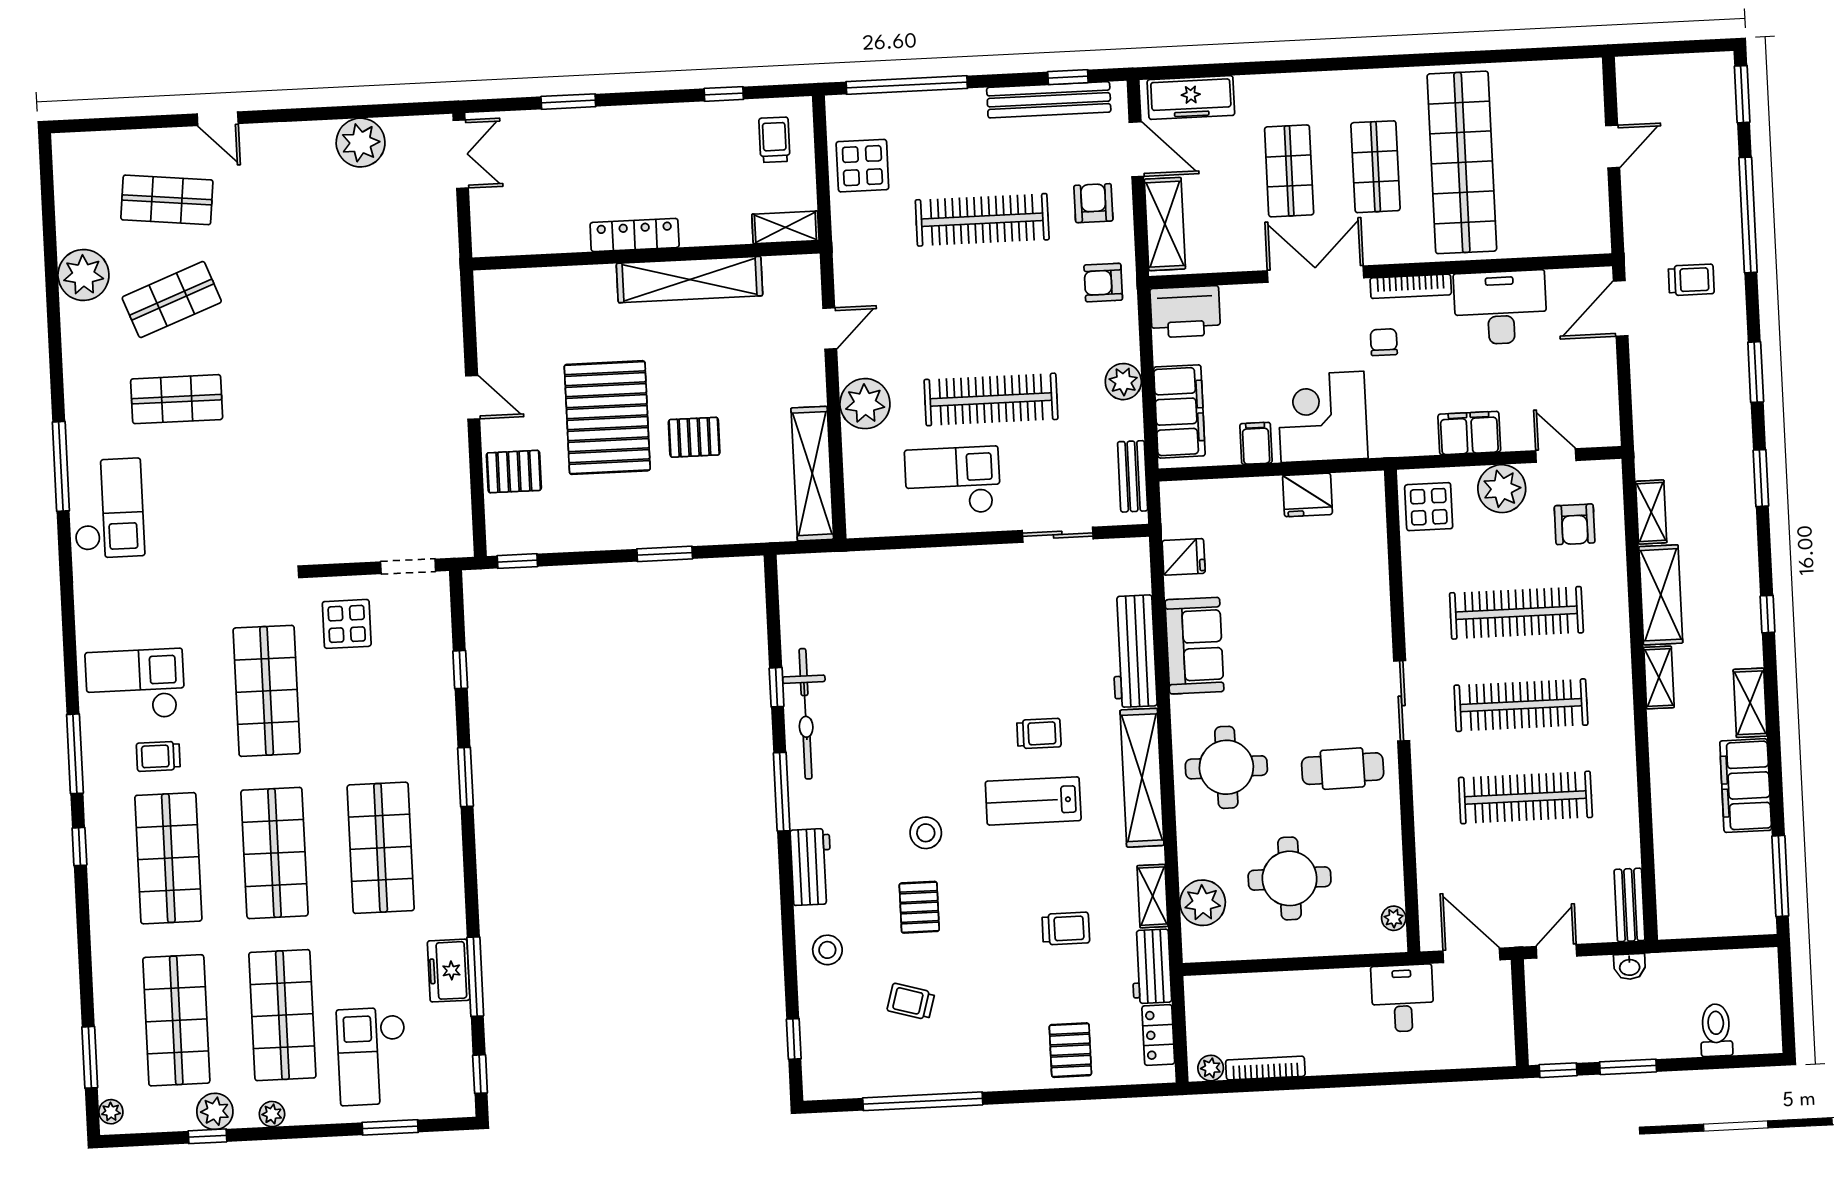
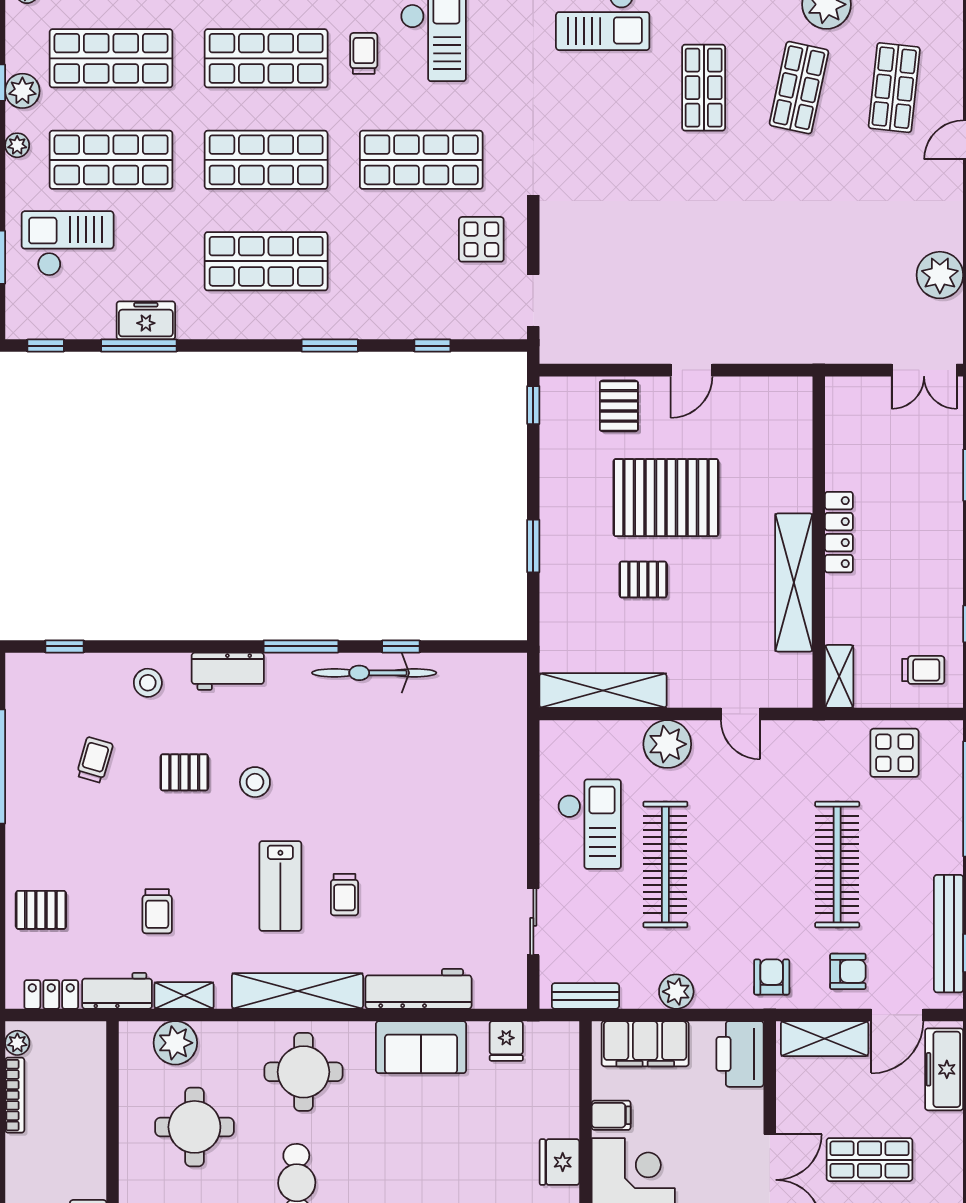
shop shelf: (172, 300) -> (799, 88), turned 33
pallet: (694, 437) -> (643, 580), turned 90
lab bench: (1033, 801) -> (280, 886), turned 180

